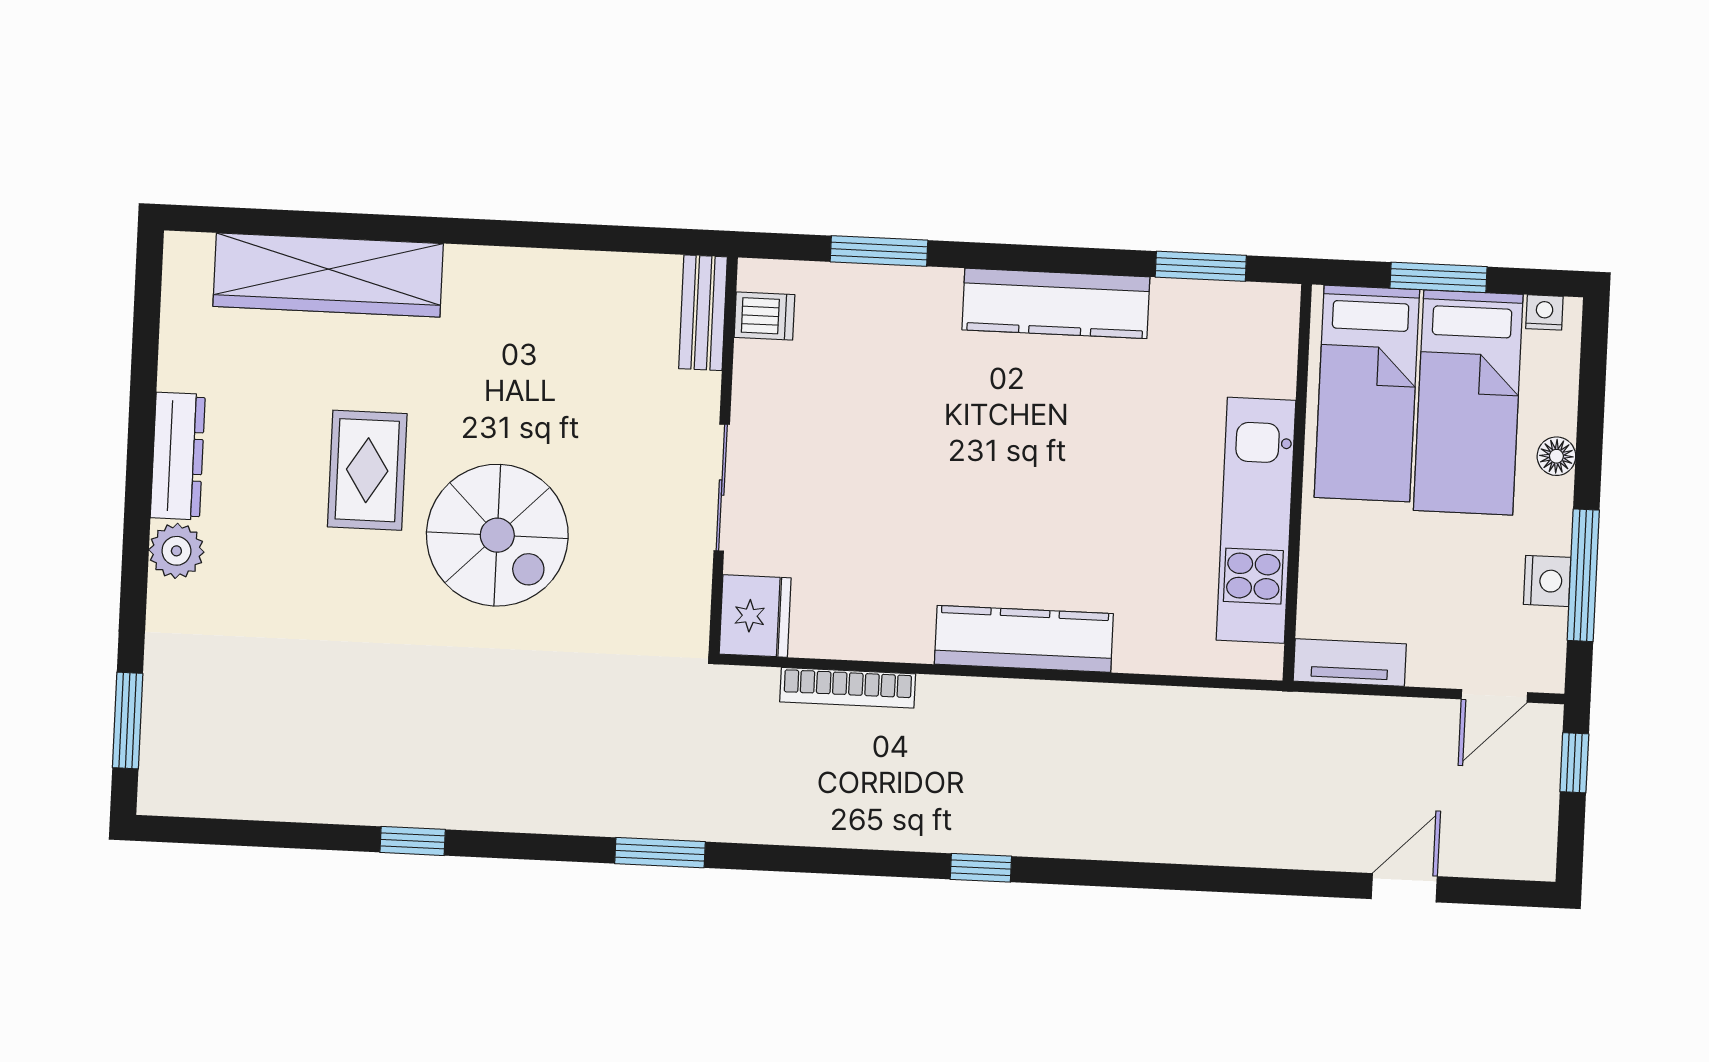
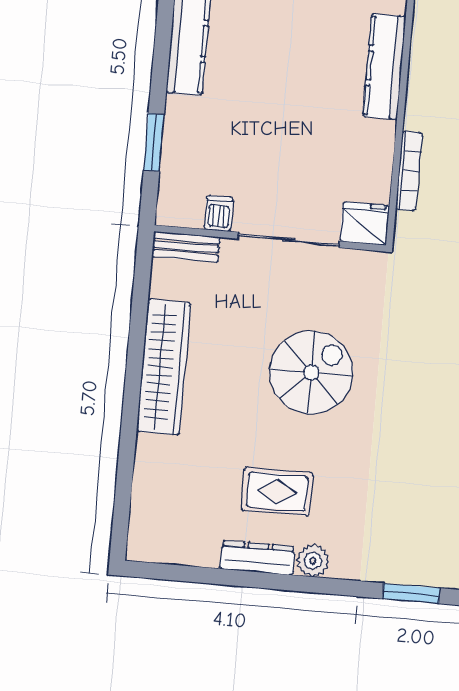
wardrobe: (328, 275) -> (164, 367), moved
dishwasher: (764, 316) -> (219, 213), moved
rug: (367, 470) -> (277, 492), moved
sliding door: (722, 488) -> (289, 240), width x1.37

